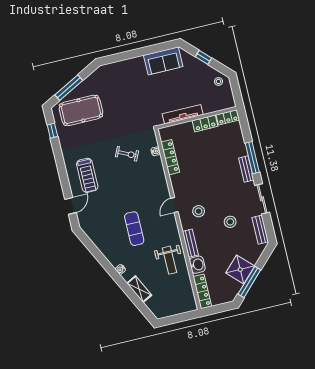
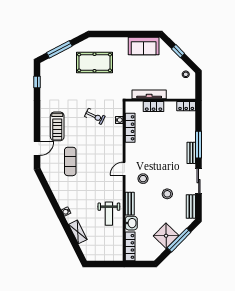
pool table: (81, 110) -> (95, 62), moved
locker: (205, 123) -> (154, 107), moved
exercise mat: (134, 229) -> (70, 161), moved
window: (249, 282) -> (179, 240), moved

